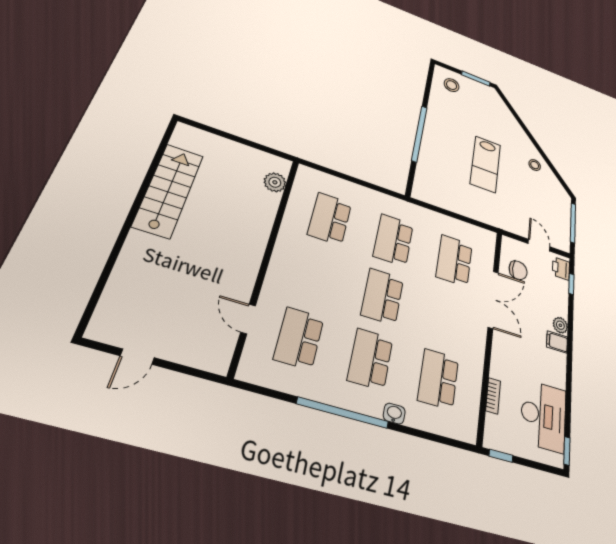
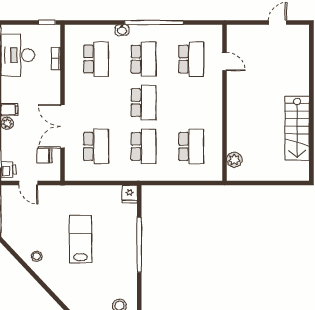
fridge: (421, 191) -> (130, 194), added

